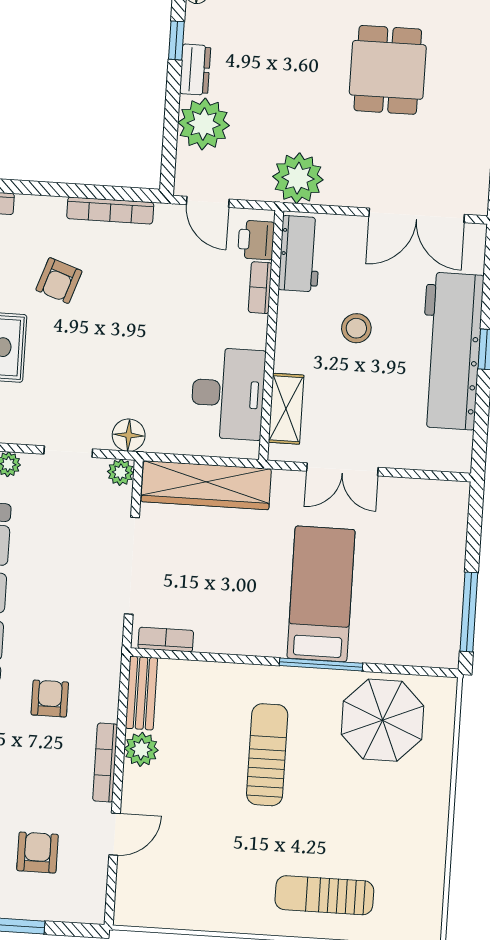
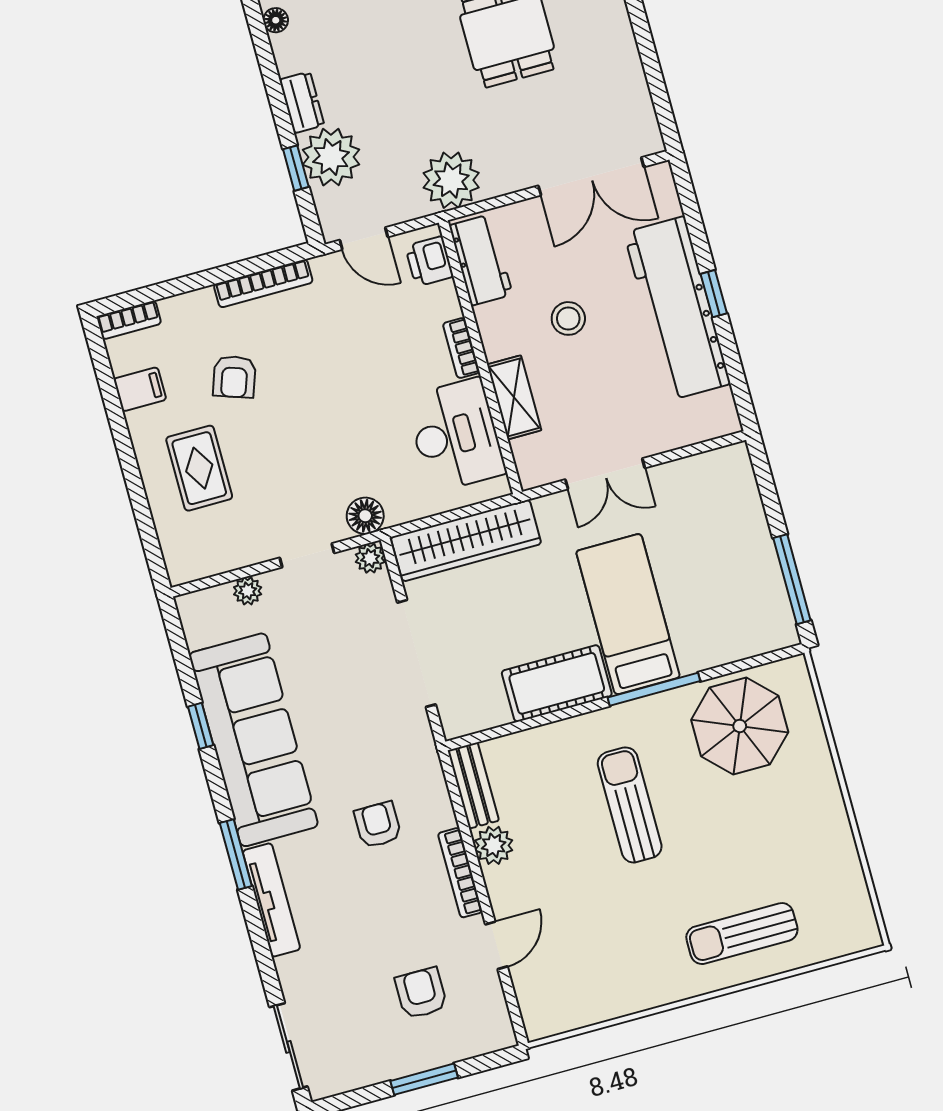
window: (176, 40) -> (296, 168), moved
bookcase: (260, 288) -> (461, 348), moved
shelving: (286, 409) -> (514, 397), moved
cot: (241, 631) -> (557, 683), added
bookcase: (166, 640) -> (480, 720), removed

